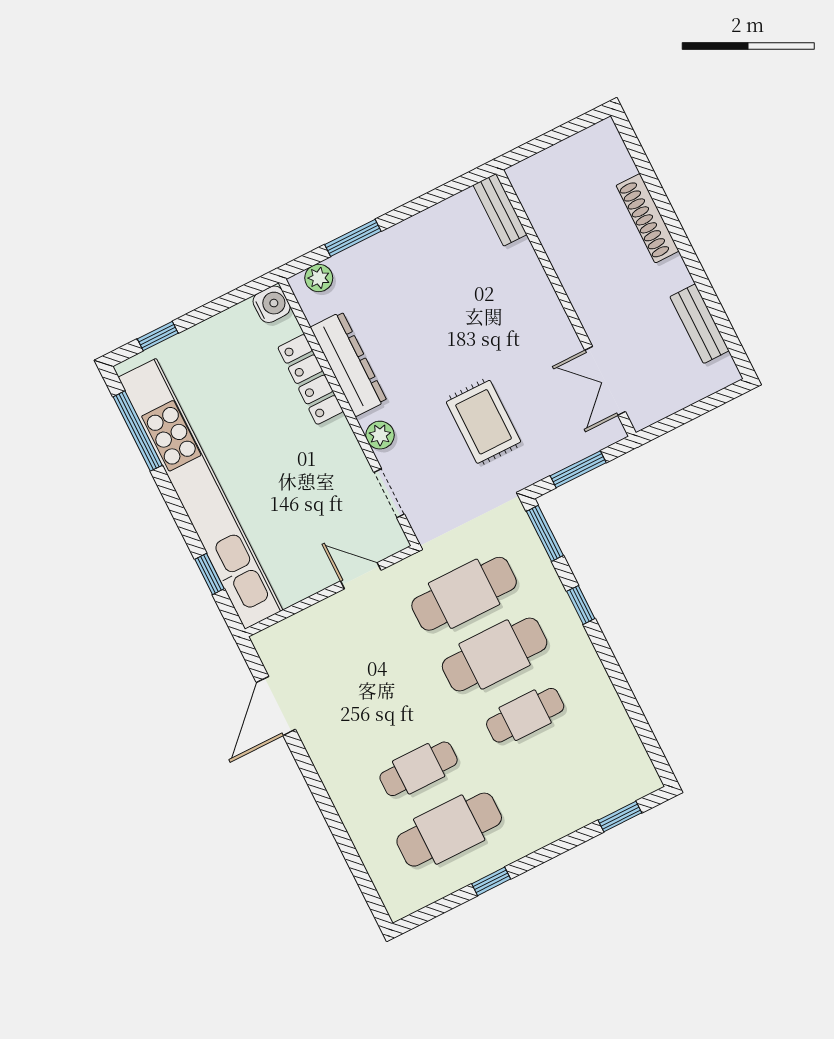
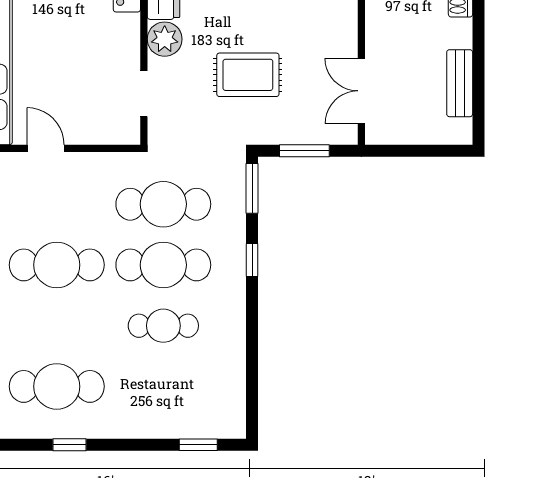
rug: (484, 422) -> (248, 75), turned 90
plant: (380, 435) -> (165, 39), width x1.38, depth x1.38
door: (361, 576) -> (46, 148), moved
cafe table: (419, 769) -> (57, 265), moved, width x1.37, depth x1.35

